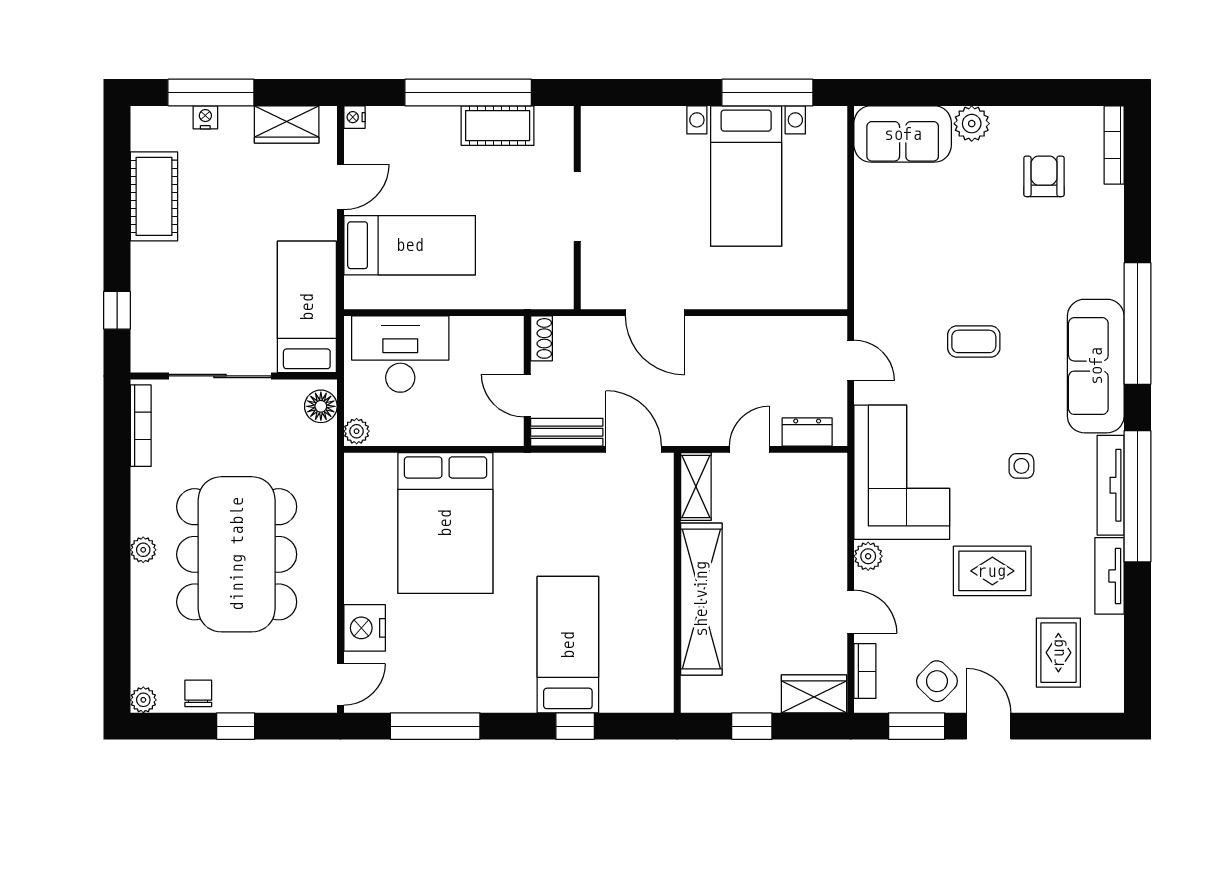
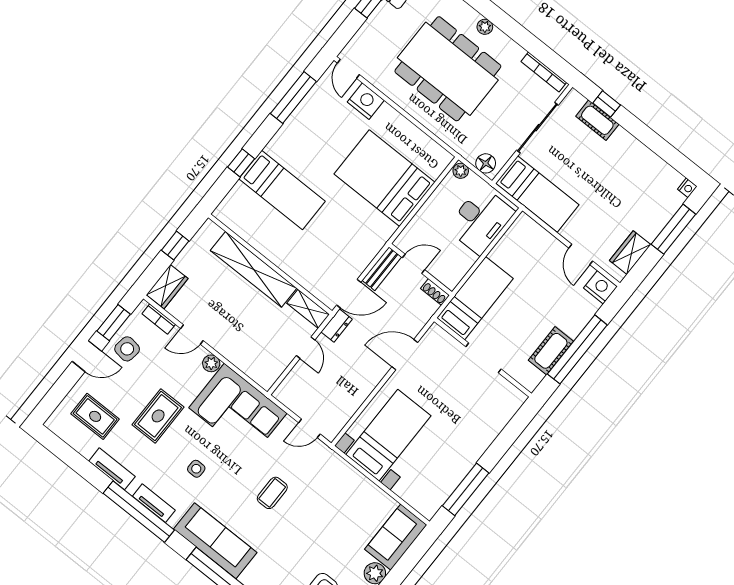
nightstand: (205, 117) -> (687, 188), moved
nightstand: (354, 117) -> (600, 287), width x1.89, depth x1.79
bed with nightstands: (746, 176) -> (388, 435), moved, turned 90
cot: (154, 196) -> (597, 120), moved, width x0.73, depth x0.75
bed: (410, 245) -> (475, 298), moved, turned 180
dresser: (807, 432) -> (337, 326), moved
tv unit: (1111, 485) -> (154, 503), width x0.71
side table: (937, 681) -> (127, 349), turned -36

